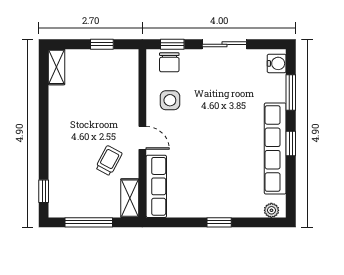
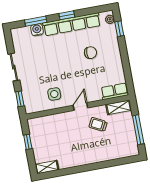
chair: (169, 62) -> (90, 53), moved
water cooler: (277, 63) -> (37, 30), moved
row of seats: (156, 186) -> (115, 91), width x0.68
window: (44, 191) -> (124, 161), removed
window: (219, 222) -> (119, 29), moved

